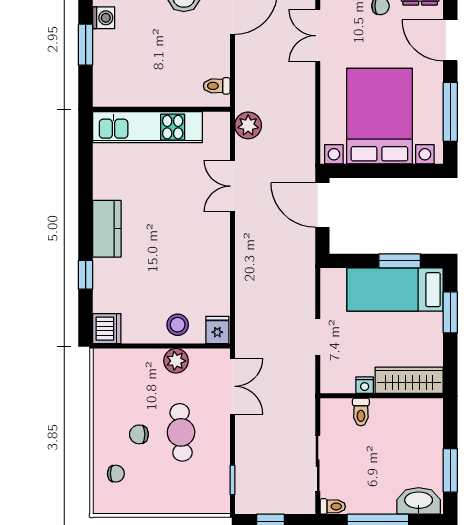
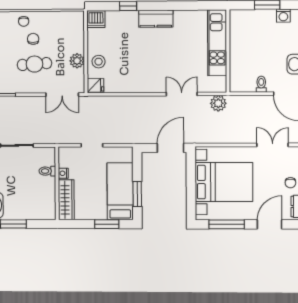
toilet: (217, 86) -> (261, 84), moved
chair: (116, 474) -> (24, 21), moved

